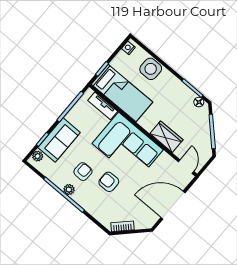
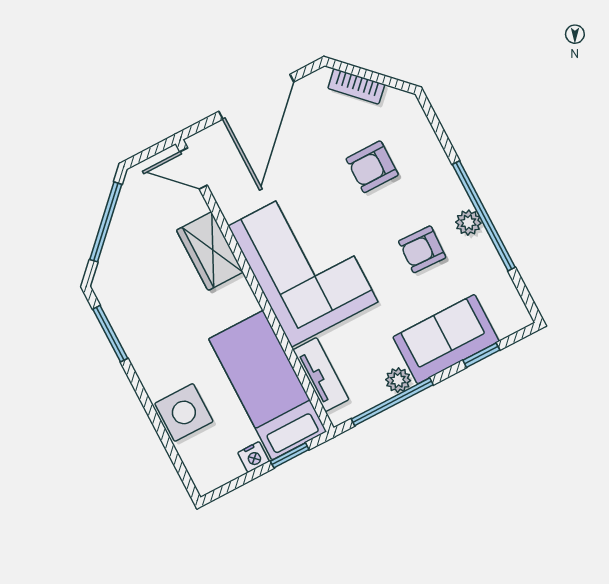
nightstand: (128, 48) -> (254, 457), moved
floor lamp: (199, 102) -> (109, 298), removed
plant: (38, 156) -> (398, 380), moved
door: (186, 167) -> (193, 169), hinge flipped
armchair: (109, 182) -> (372, 167), moved, turned 90
door: (173, 205) -> (256, 97), hinge flipped
bookcase: (122, 226) -> (356, 86), moved

